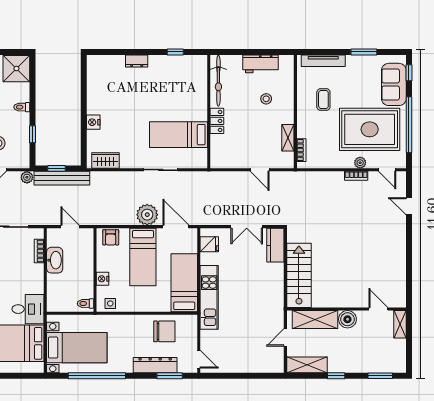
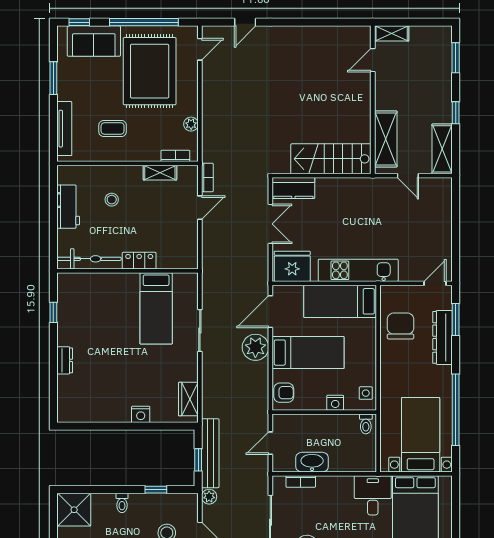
plant: (360, 163) -> (191, 124), moved
bookcase: (356, 176) -> (207, 177), moved
fridge: (209, 244) -> (292, 266), width x1.88, depth x1.34
boiler: (347, 319) -> (385, 99), removed

